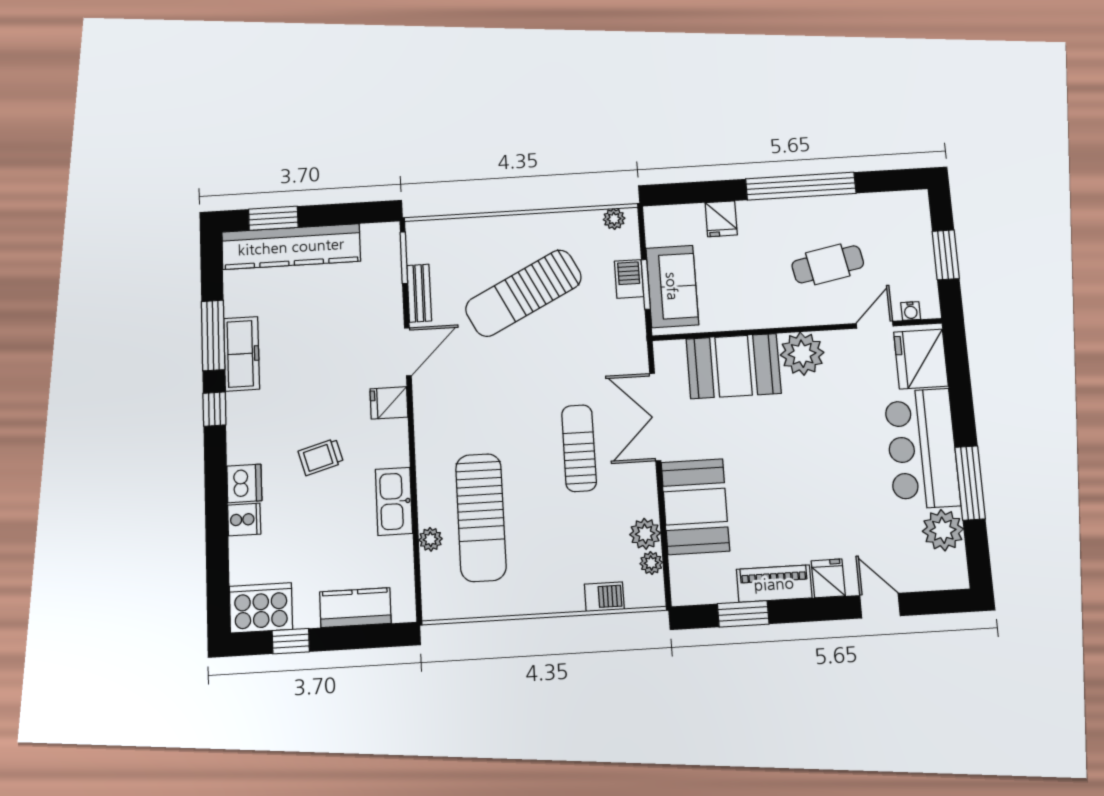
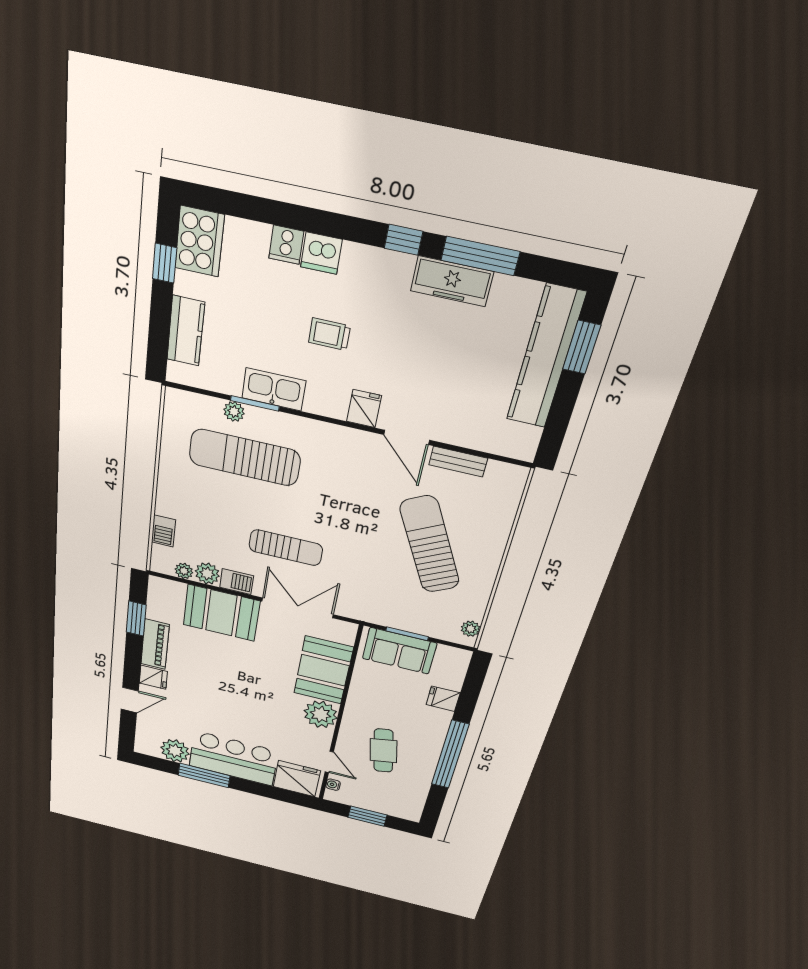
window: (404, 258) -> (255, 403), moved
barbecue: (629, 279) -> (237, 582), moved
trolley: (321, 457) -> (329, 334), turned -74

